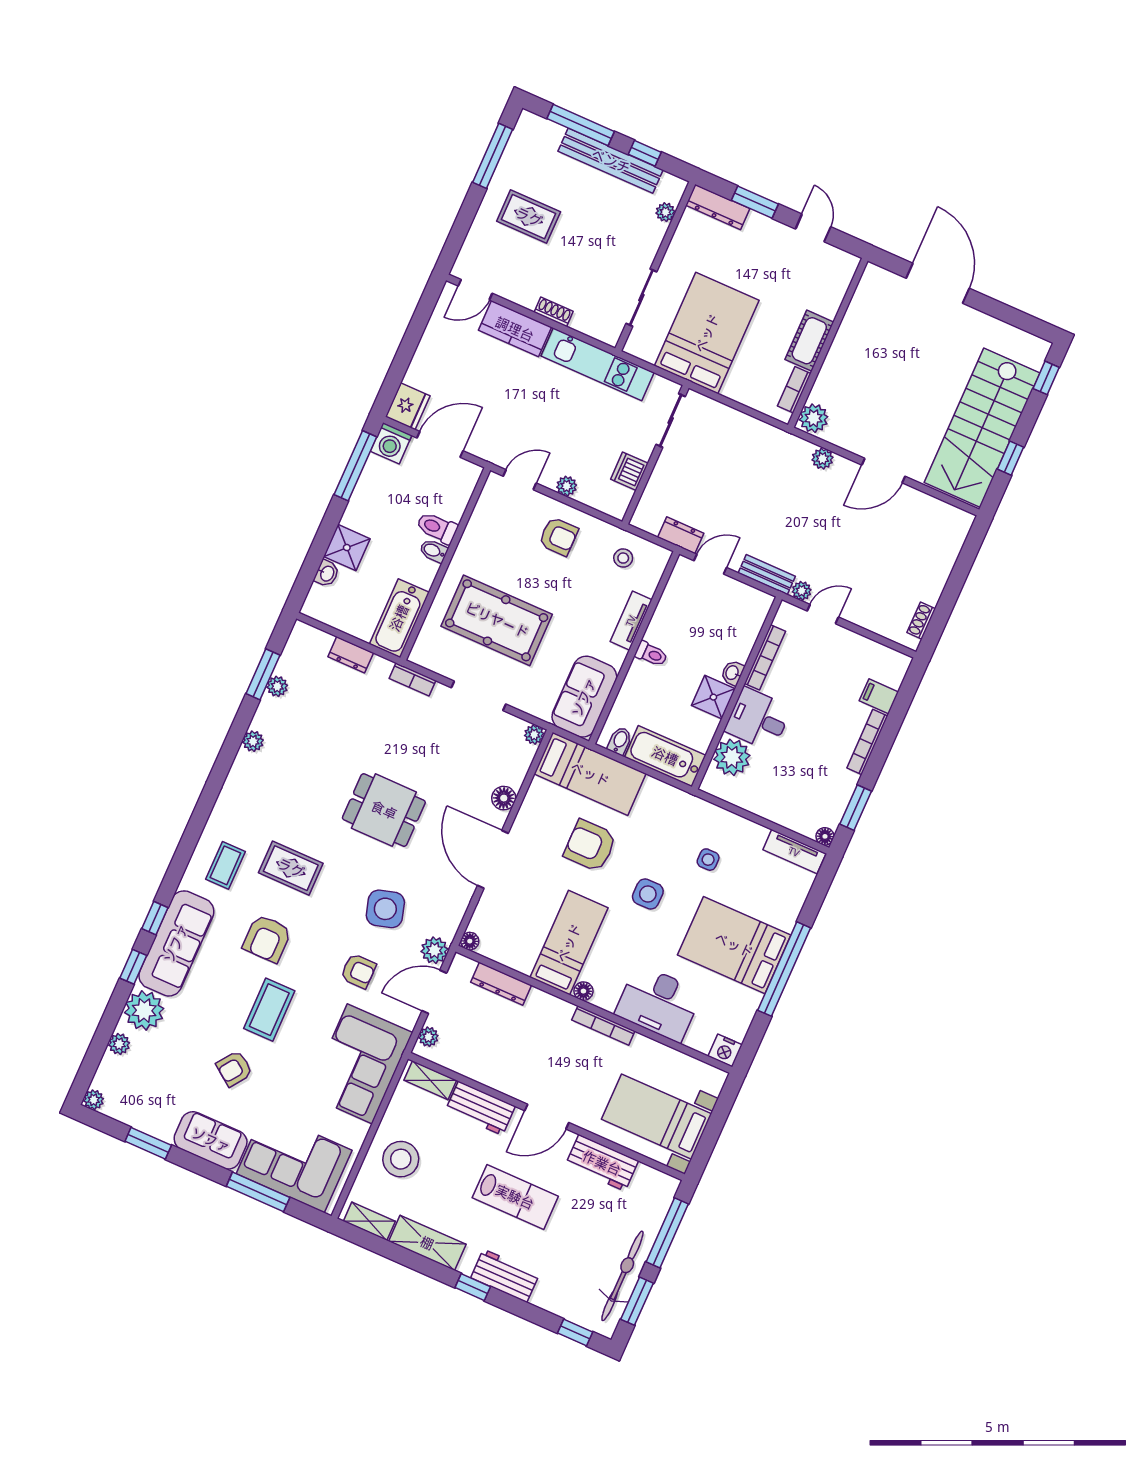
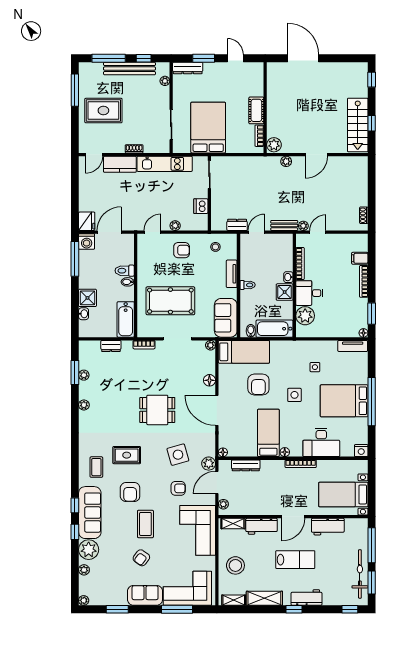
rug: (529, 217) -> (103, 111), width x1.36, depth x1.43
stairs: (982, 428) -> (358, 125), width x0.73, depth x0.66
armchair: (590, 846) -> (258, 385), turned -90

